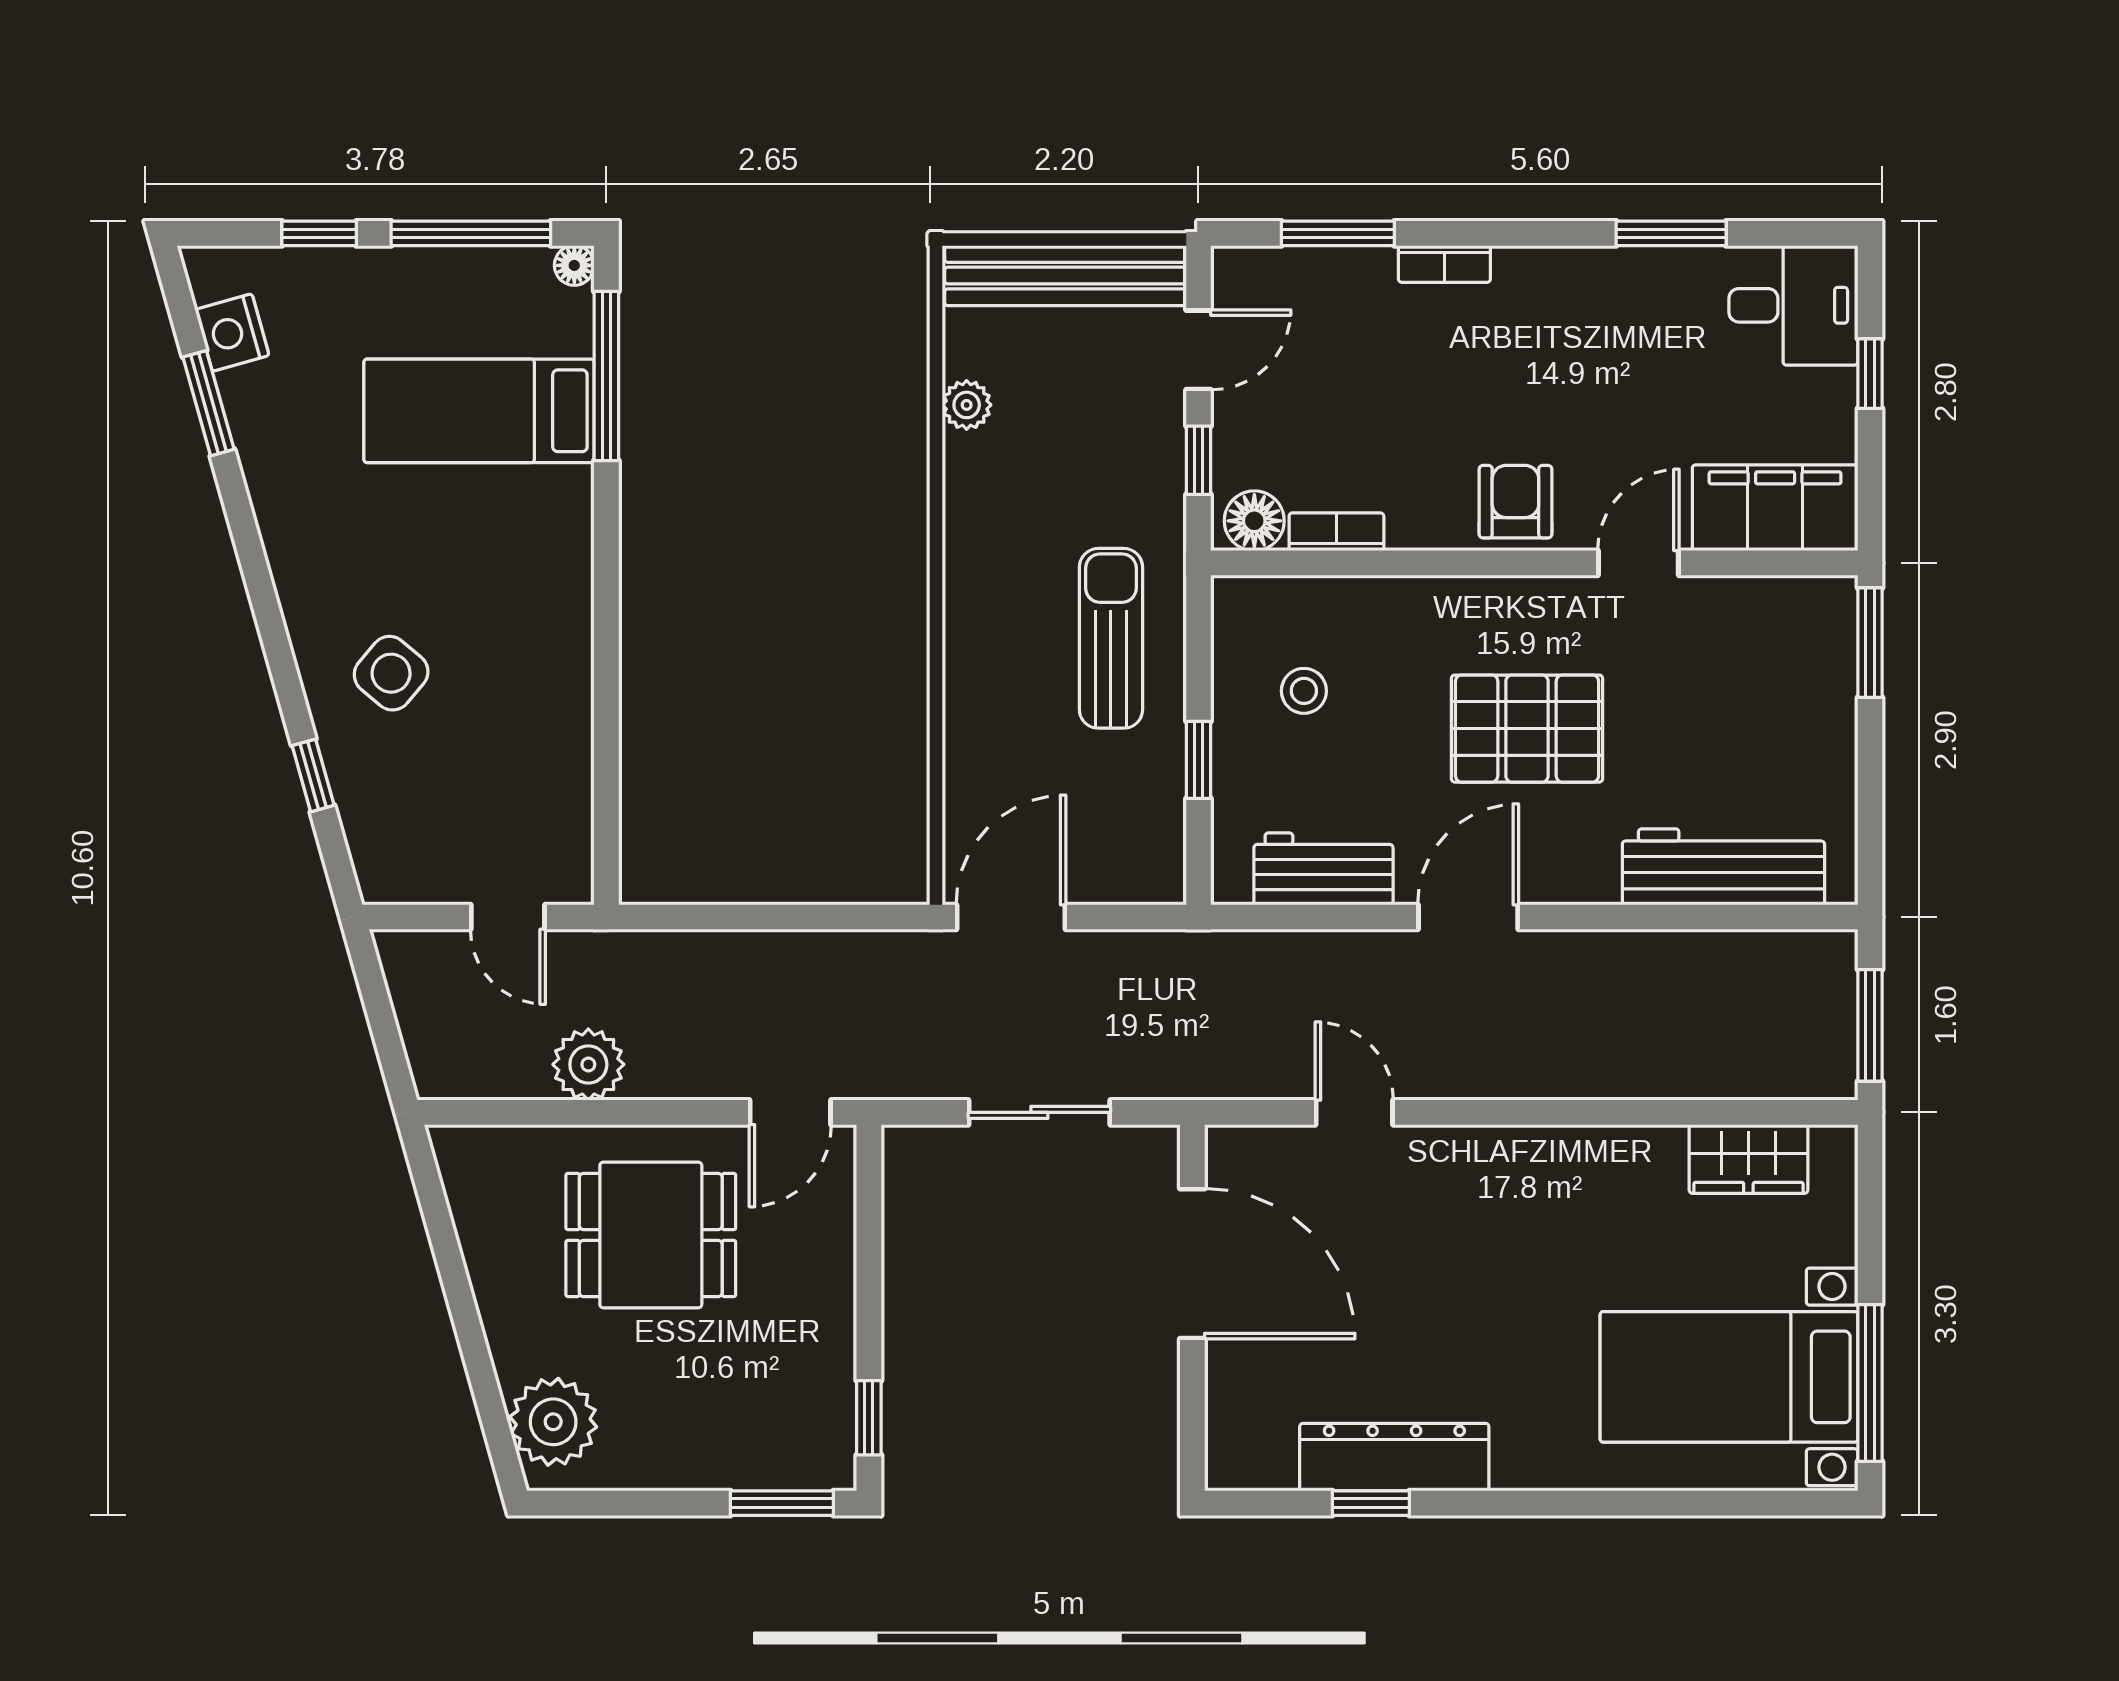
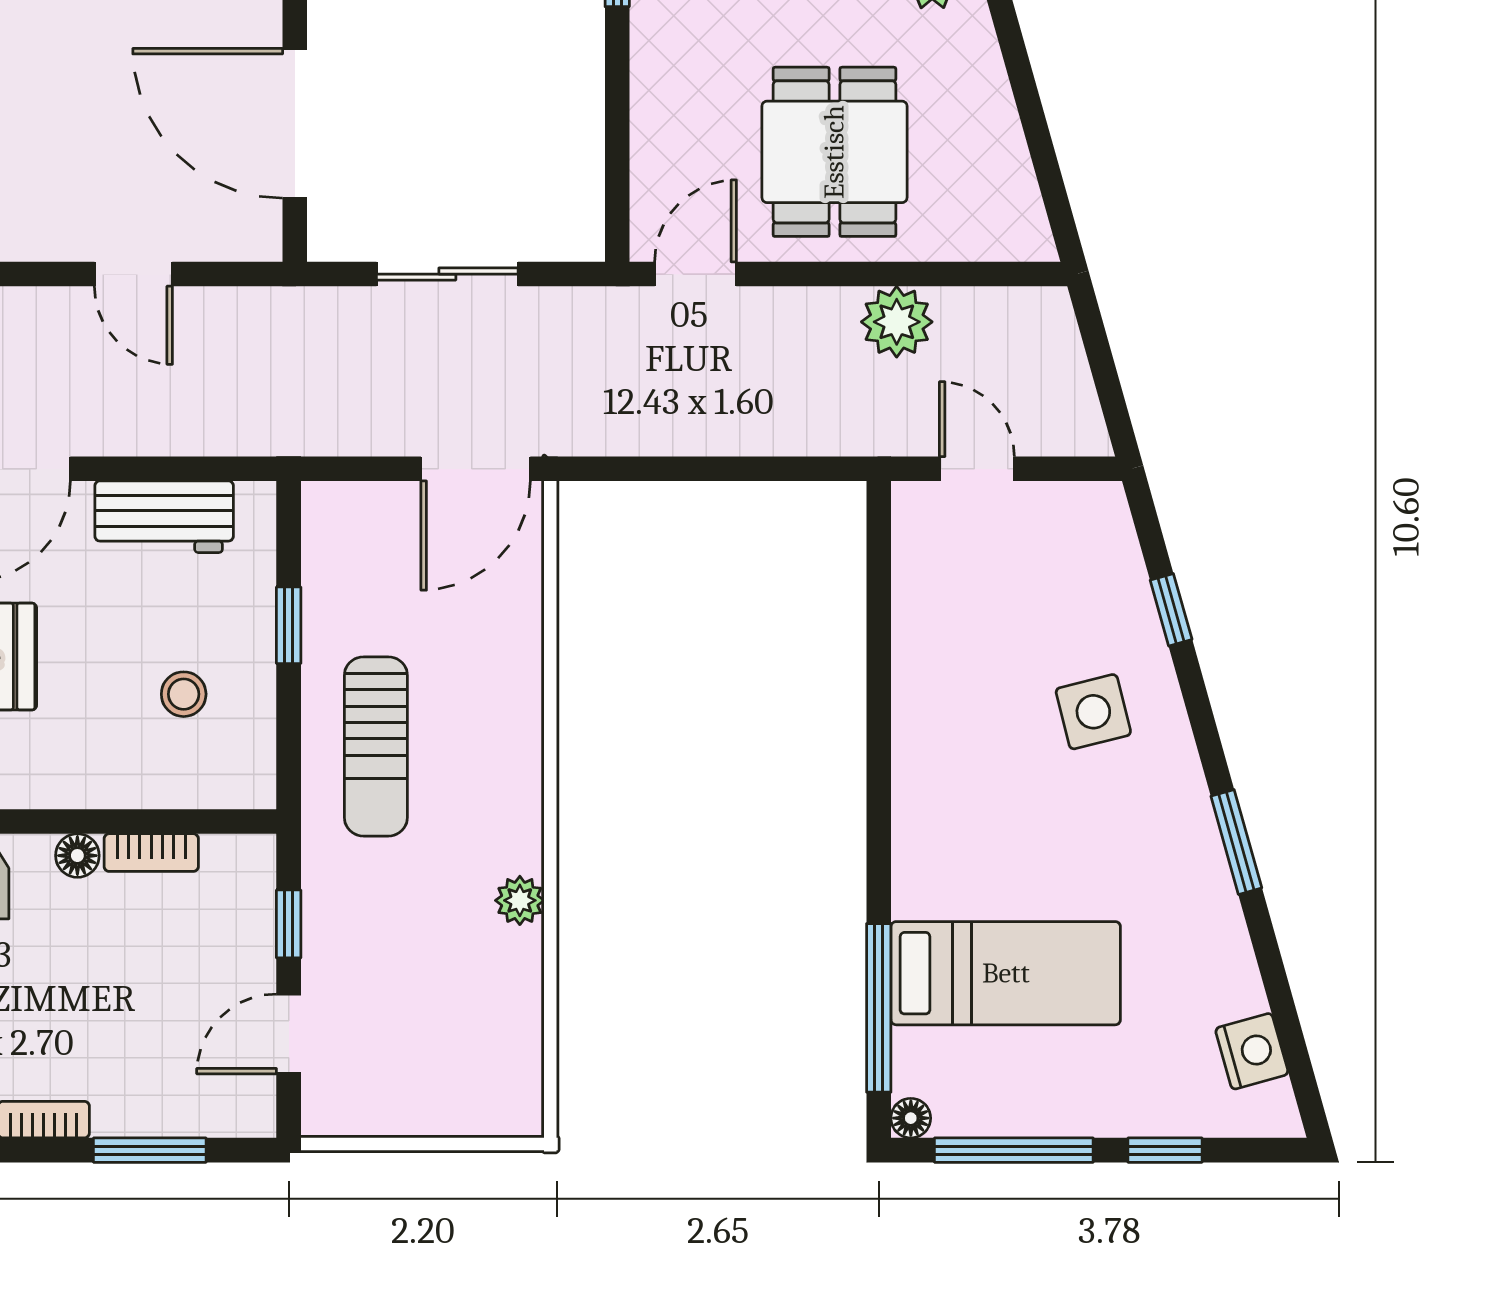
bench: (1065, 276) -> (421, 1108), removed
window: (208, 403) -> (1236, 842), moved
plant: (967, 405) -> (520, 900), moved
floor lamp: (1254, 521) -> (77, 856), moved, width x0.73, depth x0.73
side table: (391, 673) -> (1093, 712), turned 36
dining table: (651, 1235) -> (834, 152), turned 90

